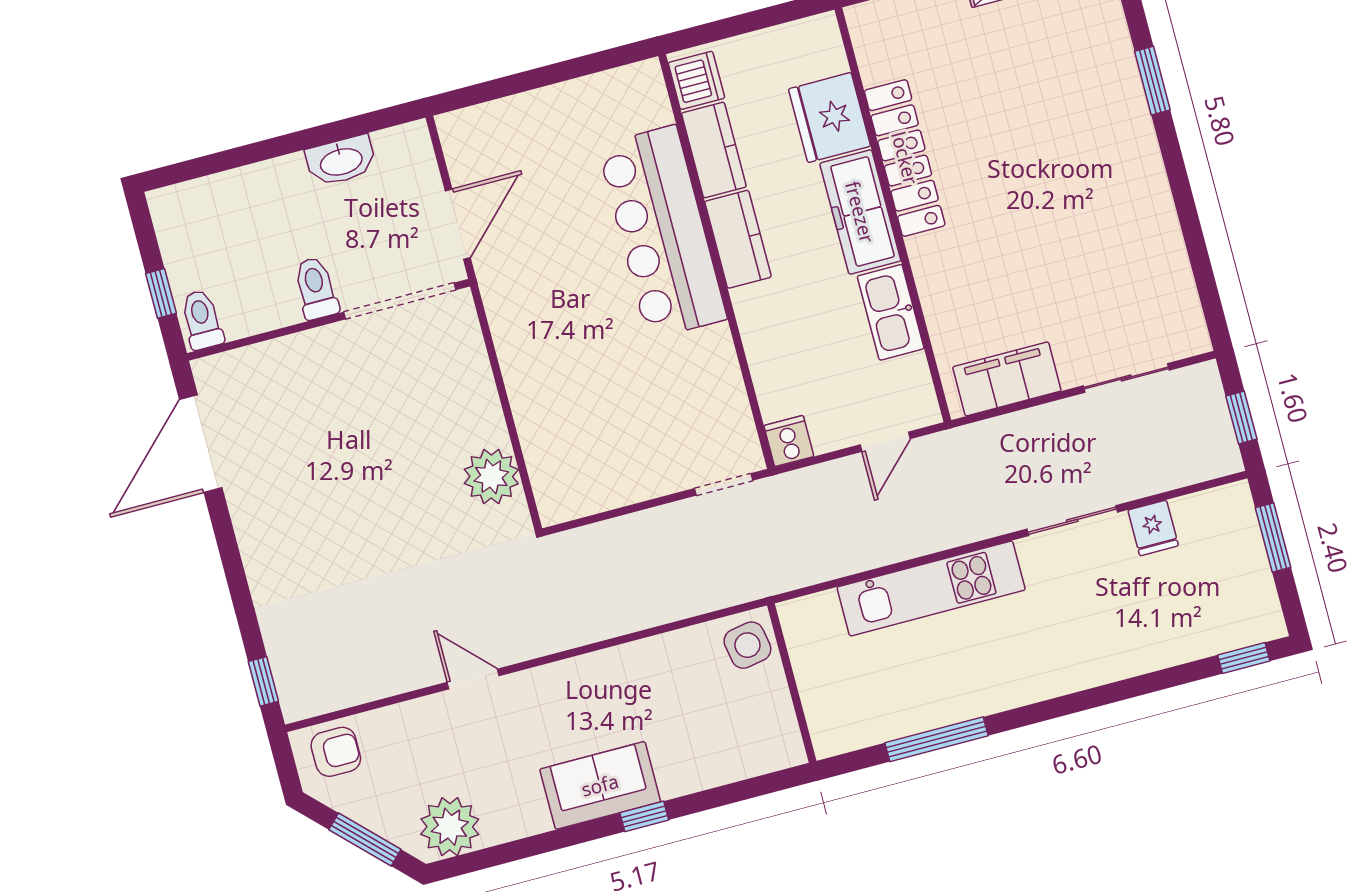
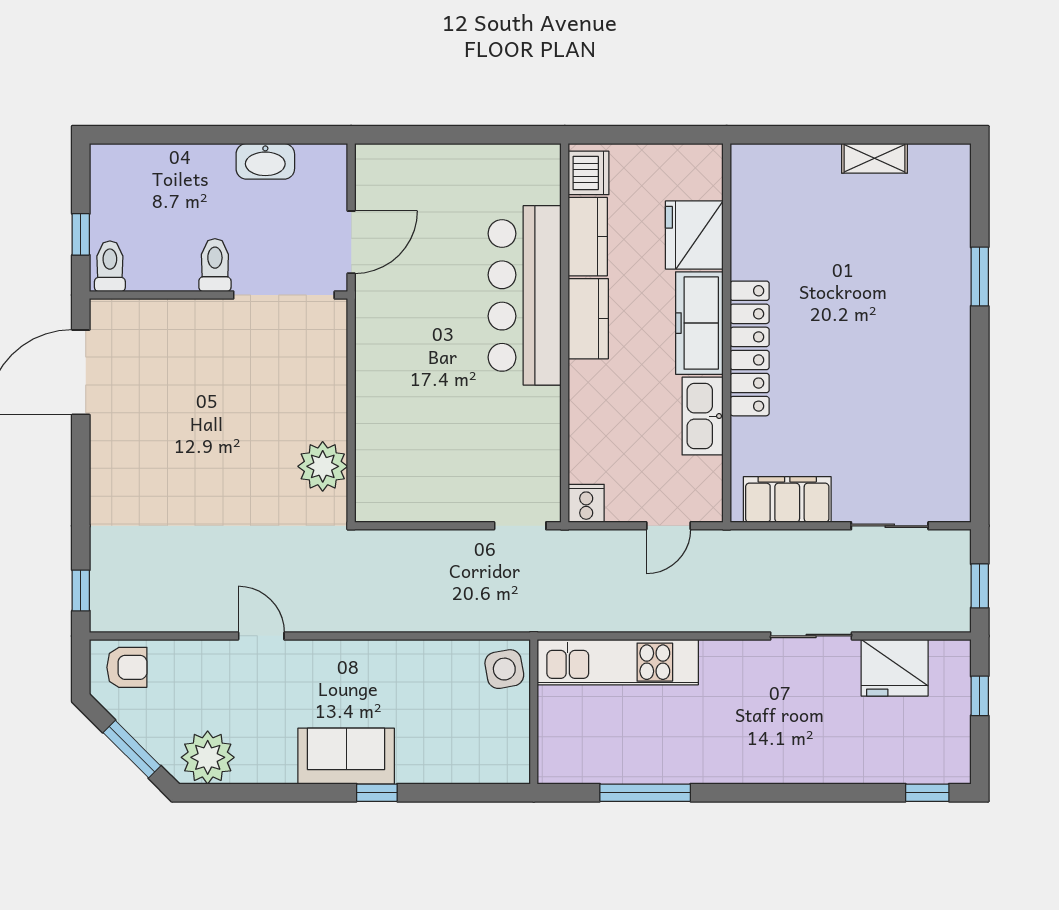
locker: (905, 158) -> (750, 348), moved
fridge: (1153, 528) -> (895, 668), width x1.88, depth x1.34
window: (1273, 537) -> (980, 696), width x0.67
kitchen unit: (931, 588) -> (618, 662), moved

